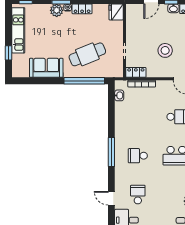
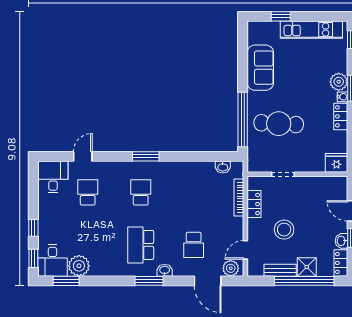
cafe table: (87, 54) -> (279, 124), turned -65
locker: (136, 72) -> (254, 204), moved
window: (111, 152) -> (146, 156), width x0.69
school desk: (138, 195) -> (88, 192), turned -90

